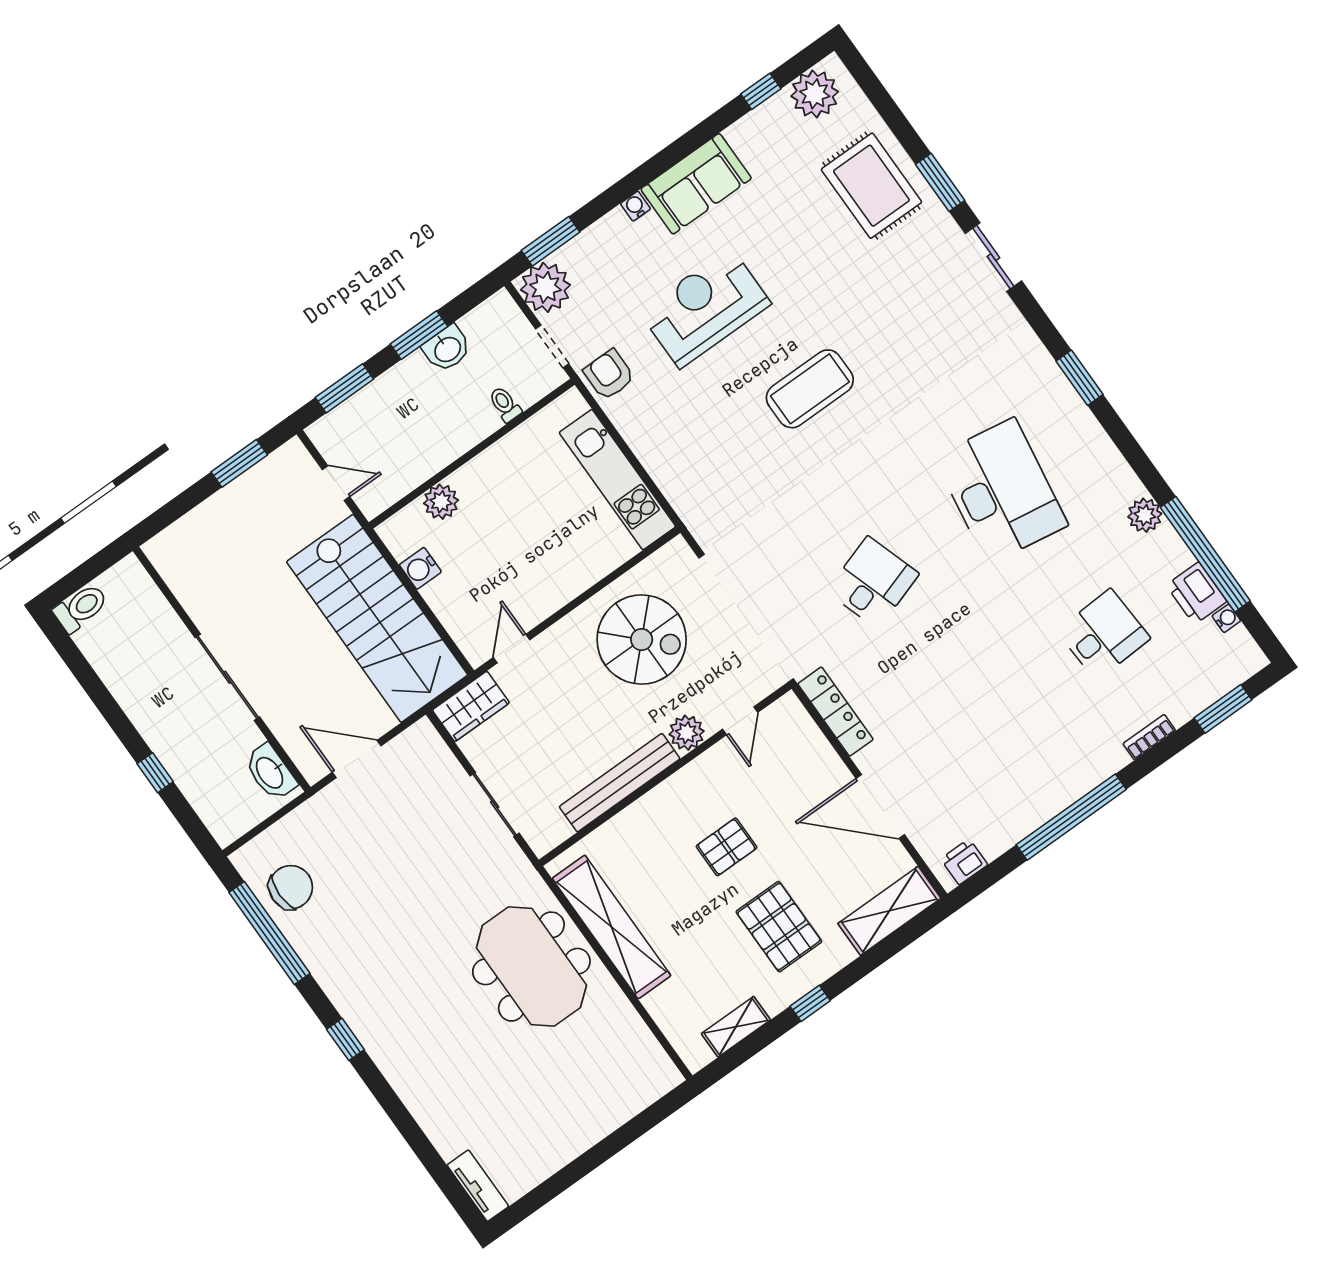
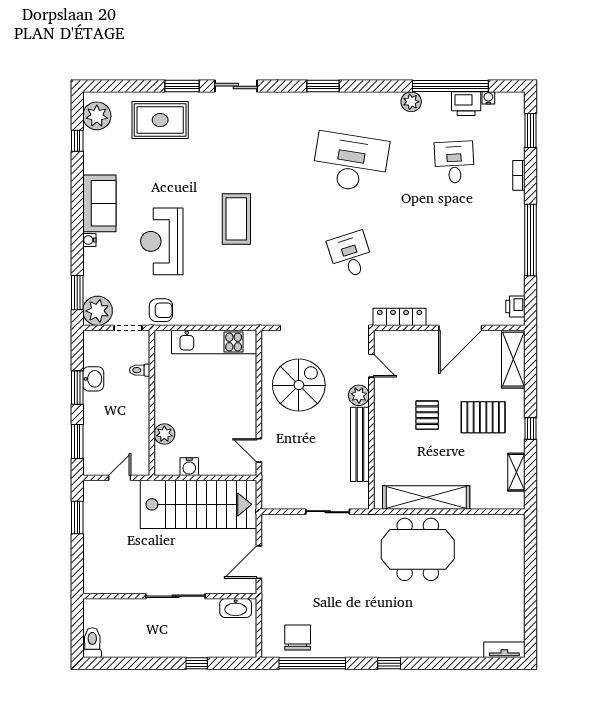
armchair: (609, 375) -> (161, 310), turned 180
wardrobe: (471, 706) -> (273, 490), removed

